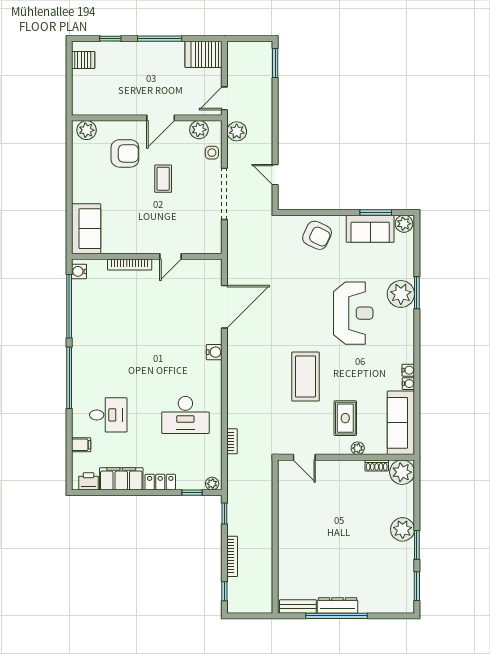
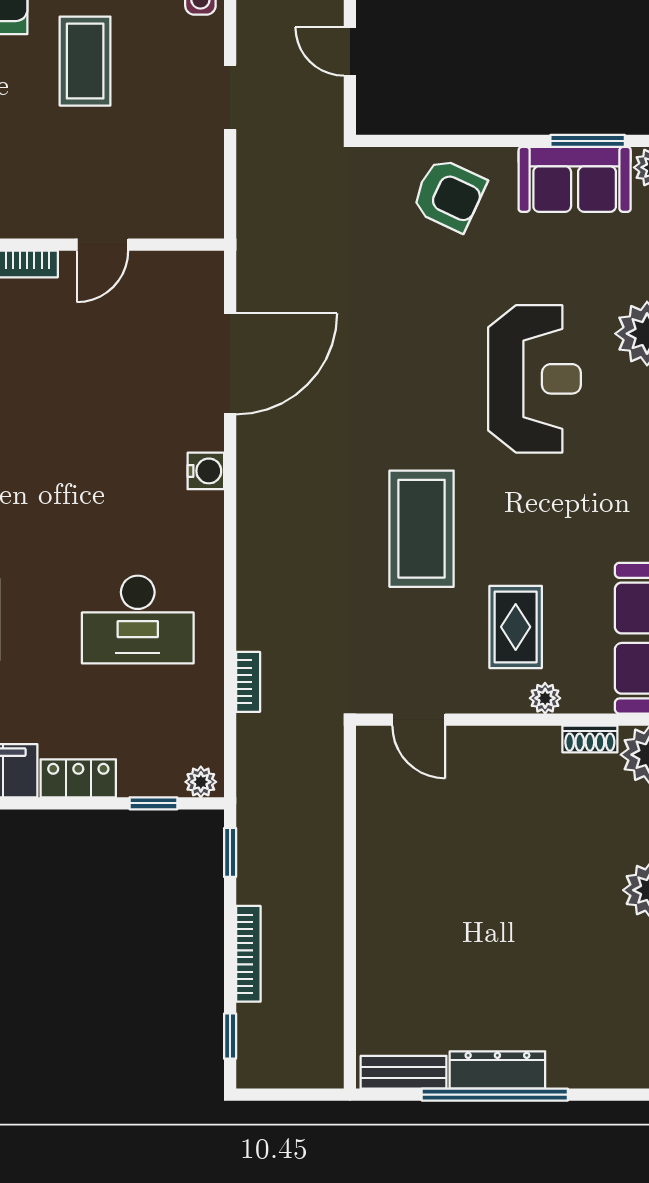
coffee table: (163, 179) -> (85, 61), width x1.36, depth x1.30
doorway: (224, 194) -> (230, 97), width x0.53

